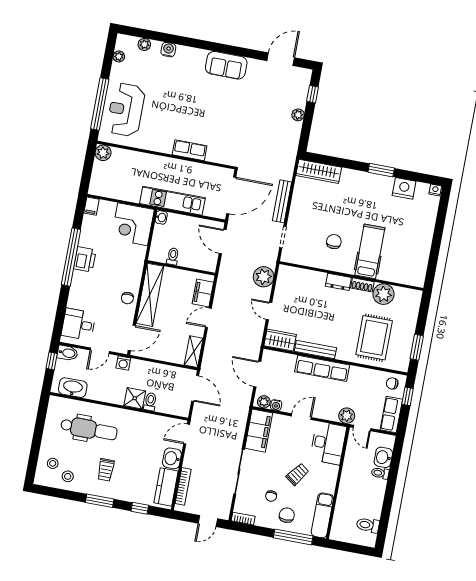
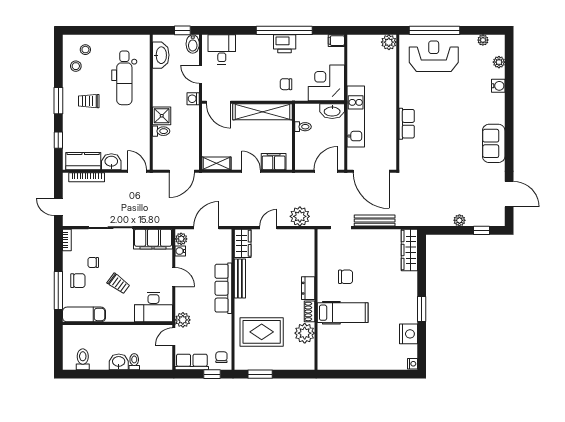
washbasin: (161, 217) -> (332, 111), width x1.91, depth x1.45
chair: (127, 298) -> (286, 84), moved
washbasin: (383, 457) -> (119, 362), moved

